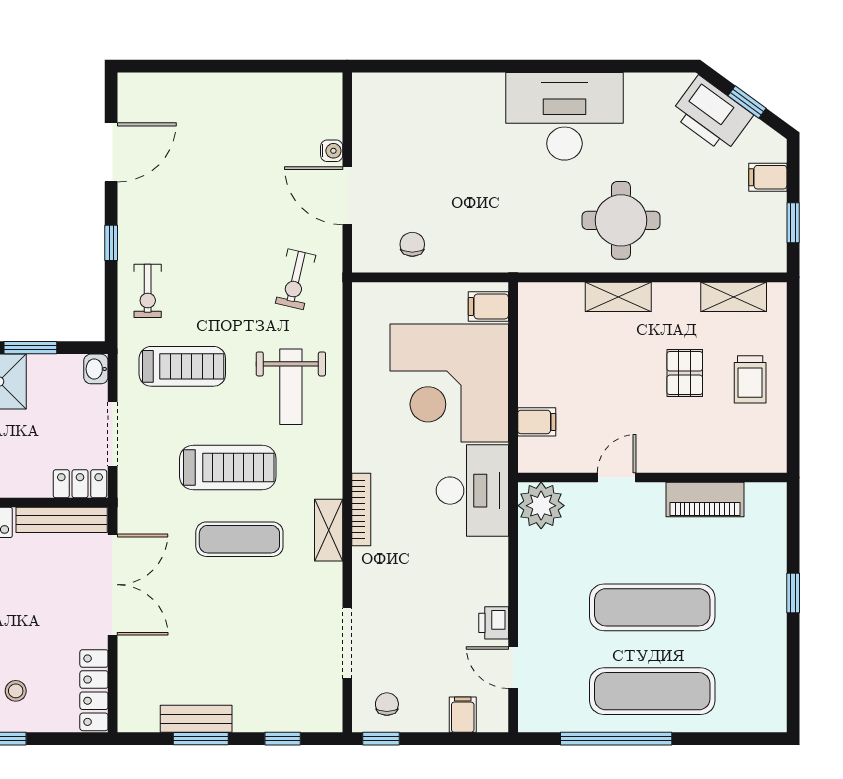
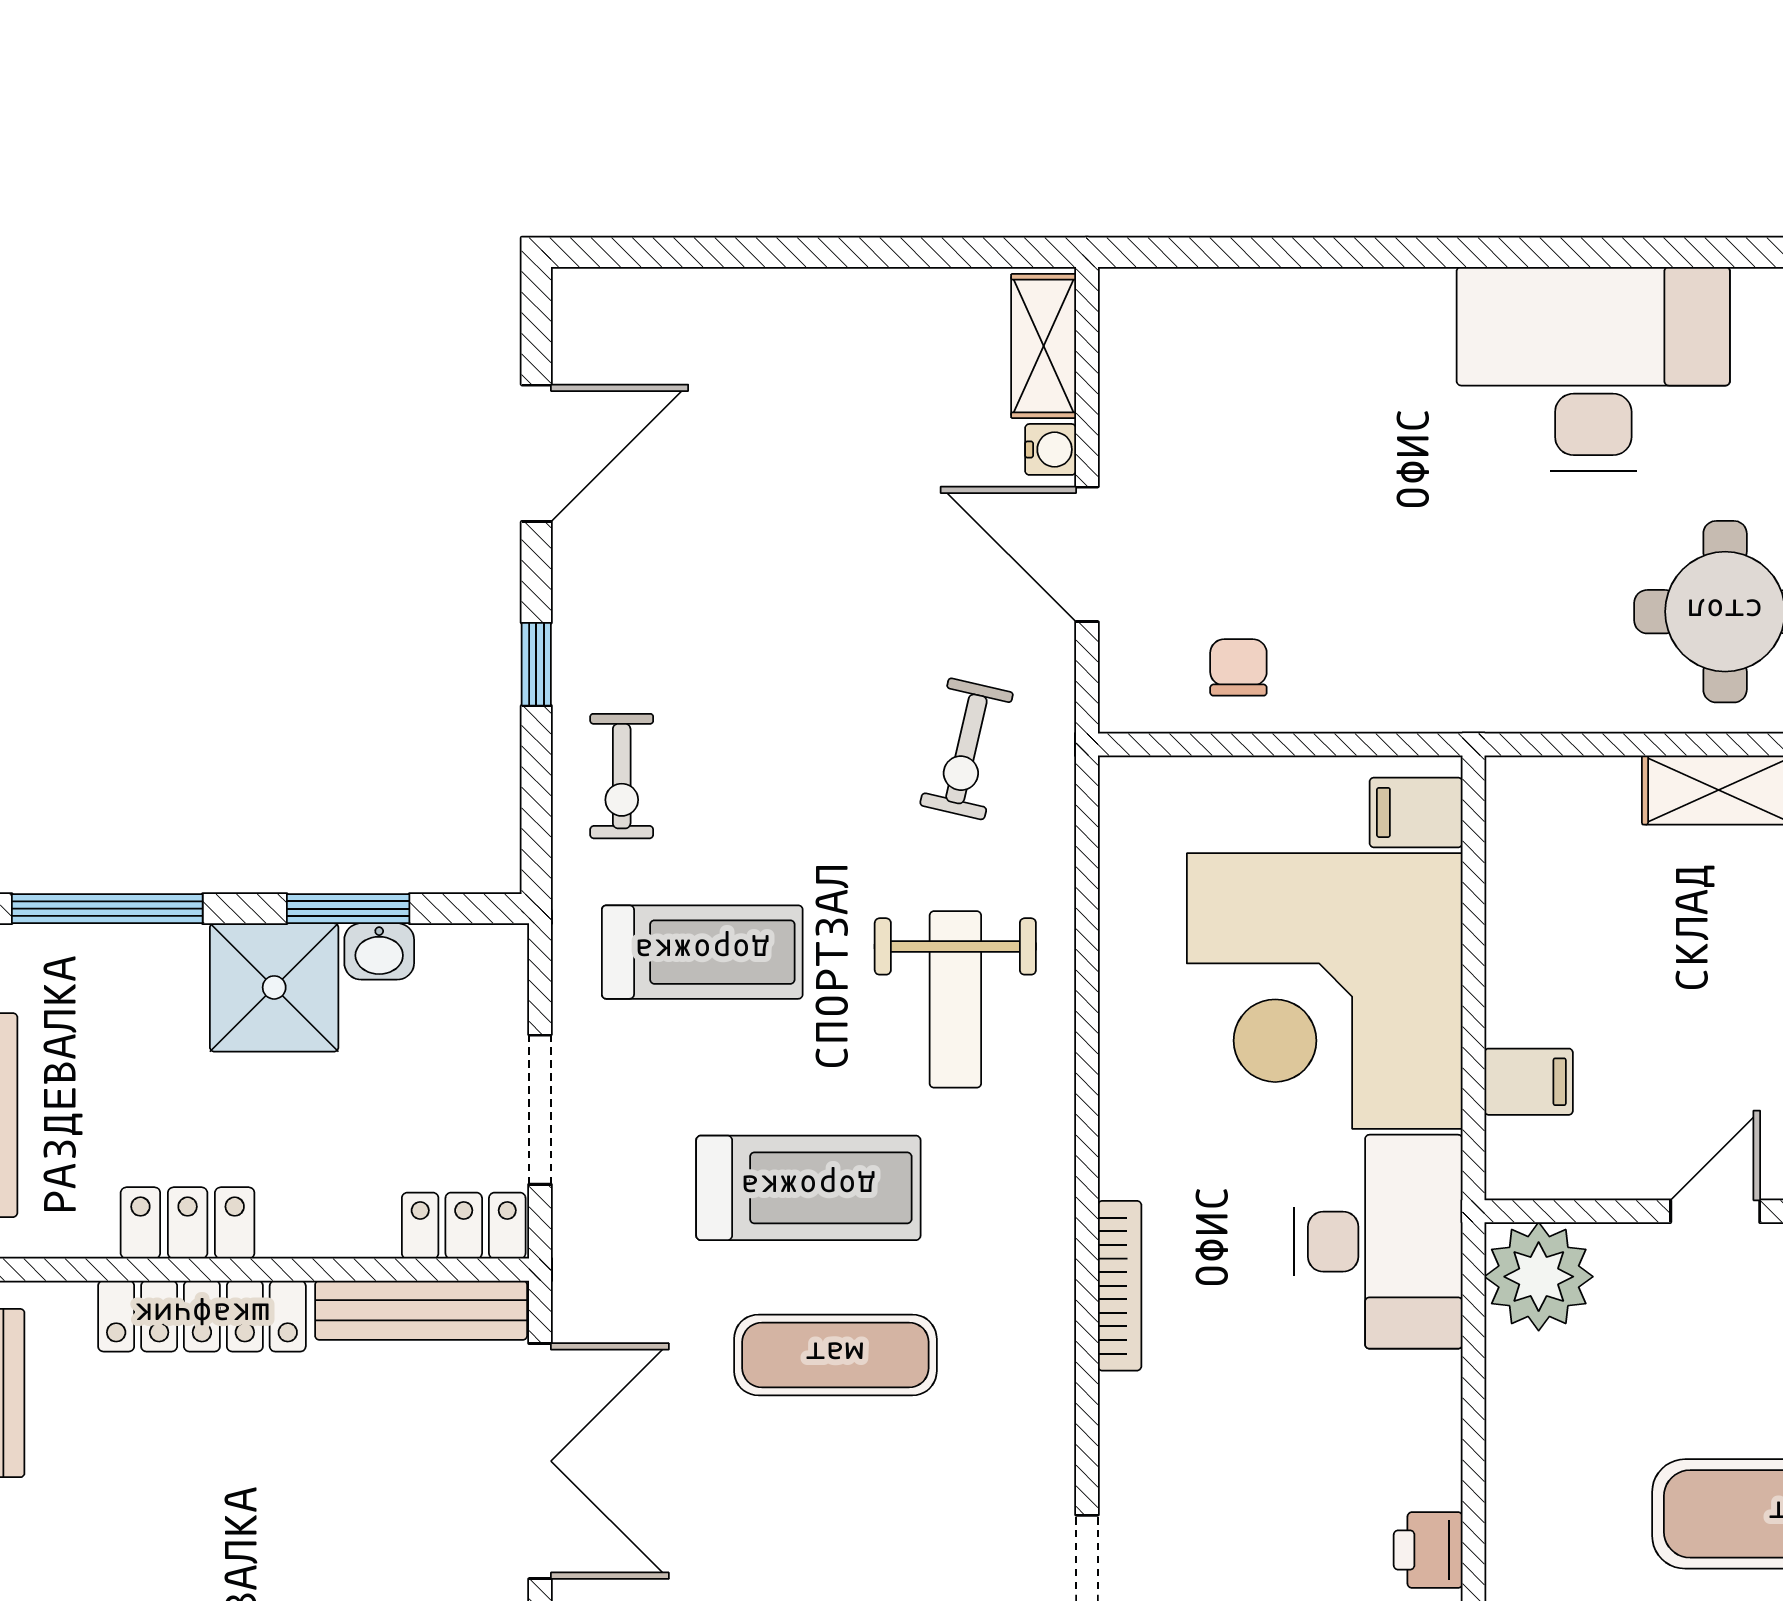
washbasin: (96, 369) -> (379, 951), moved, turned -90
shelving: (329, 530) -> (1044, 346), moved

